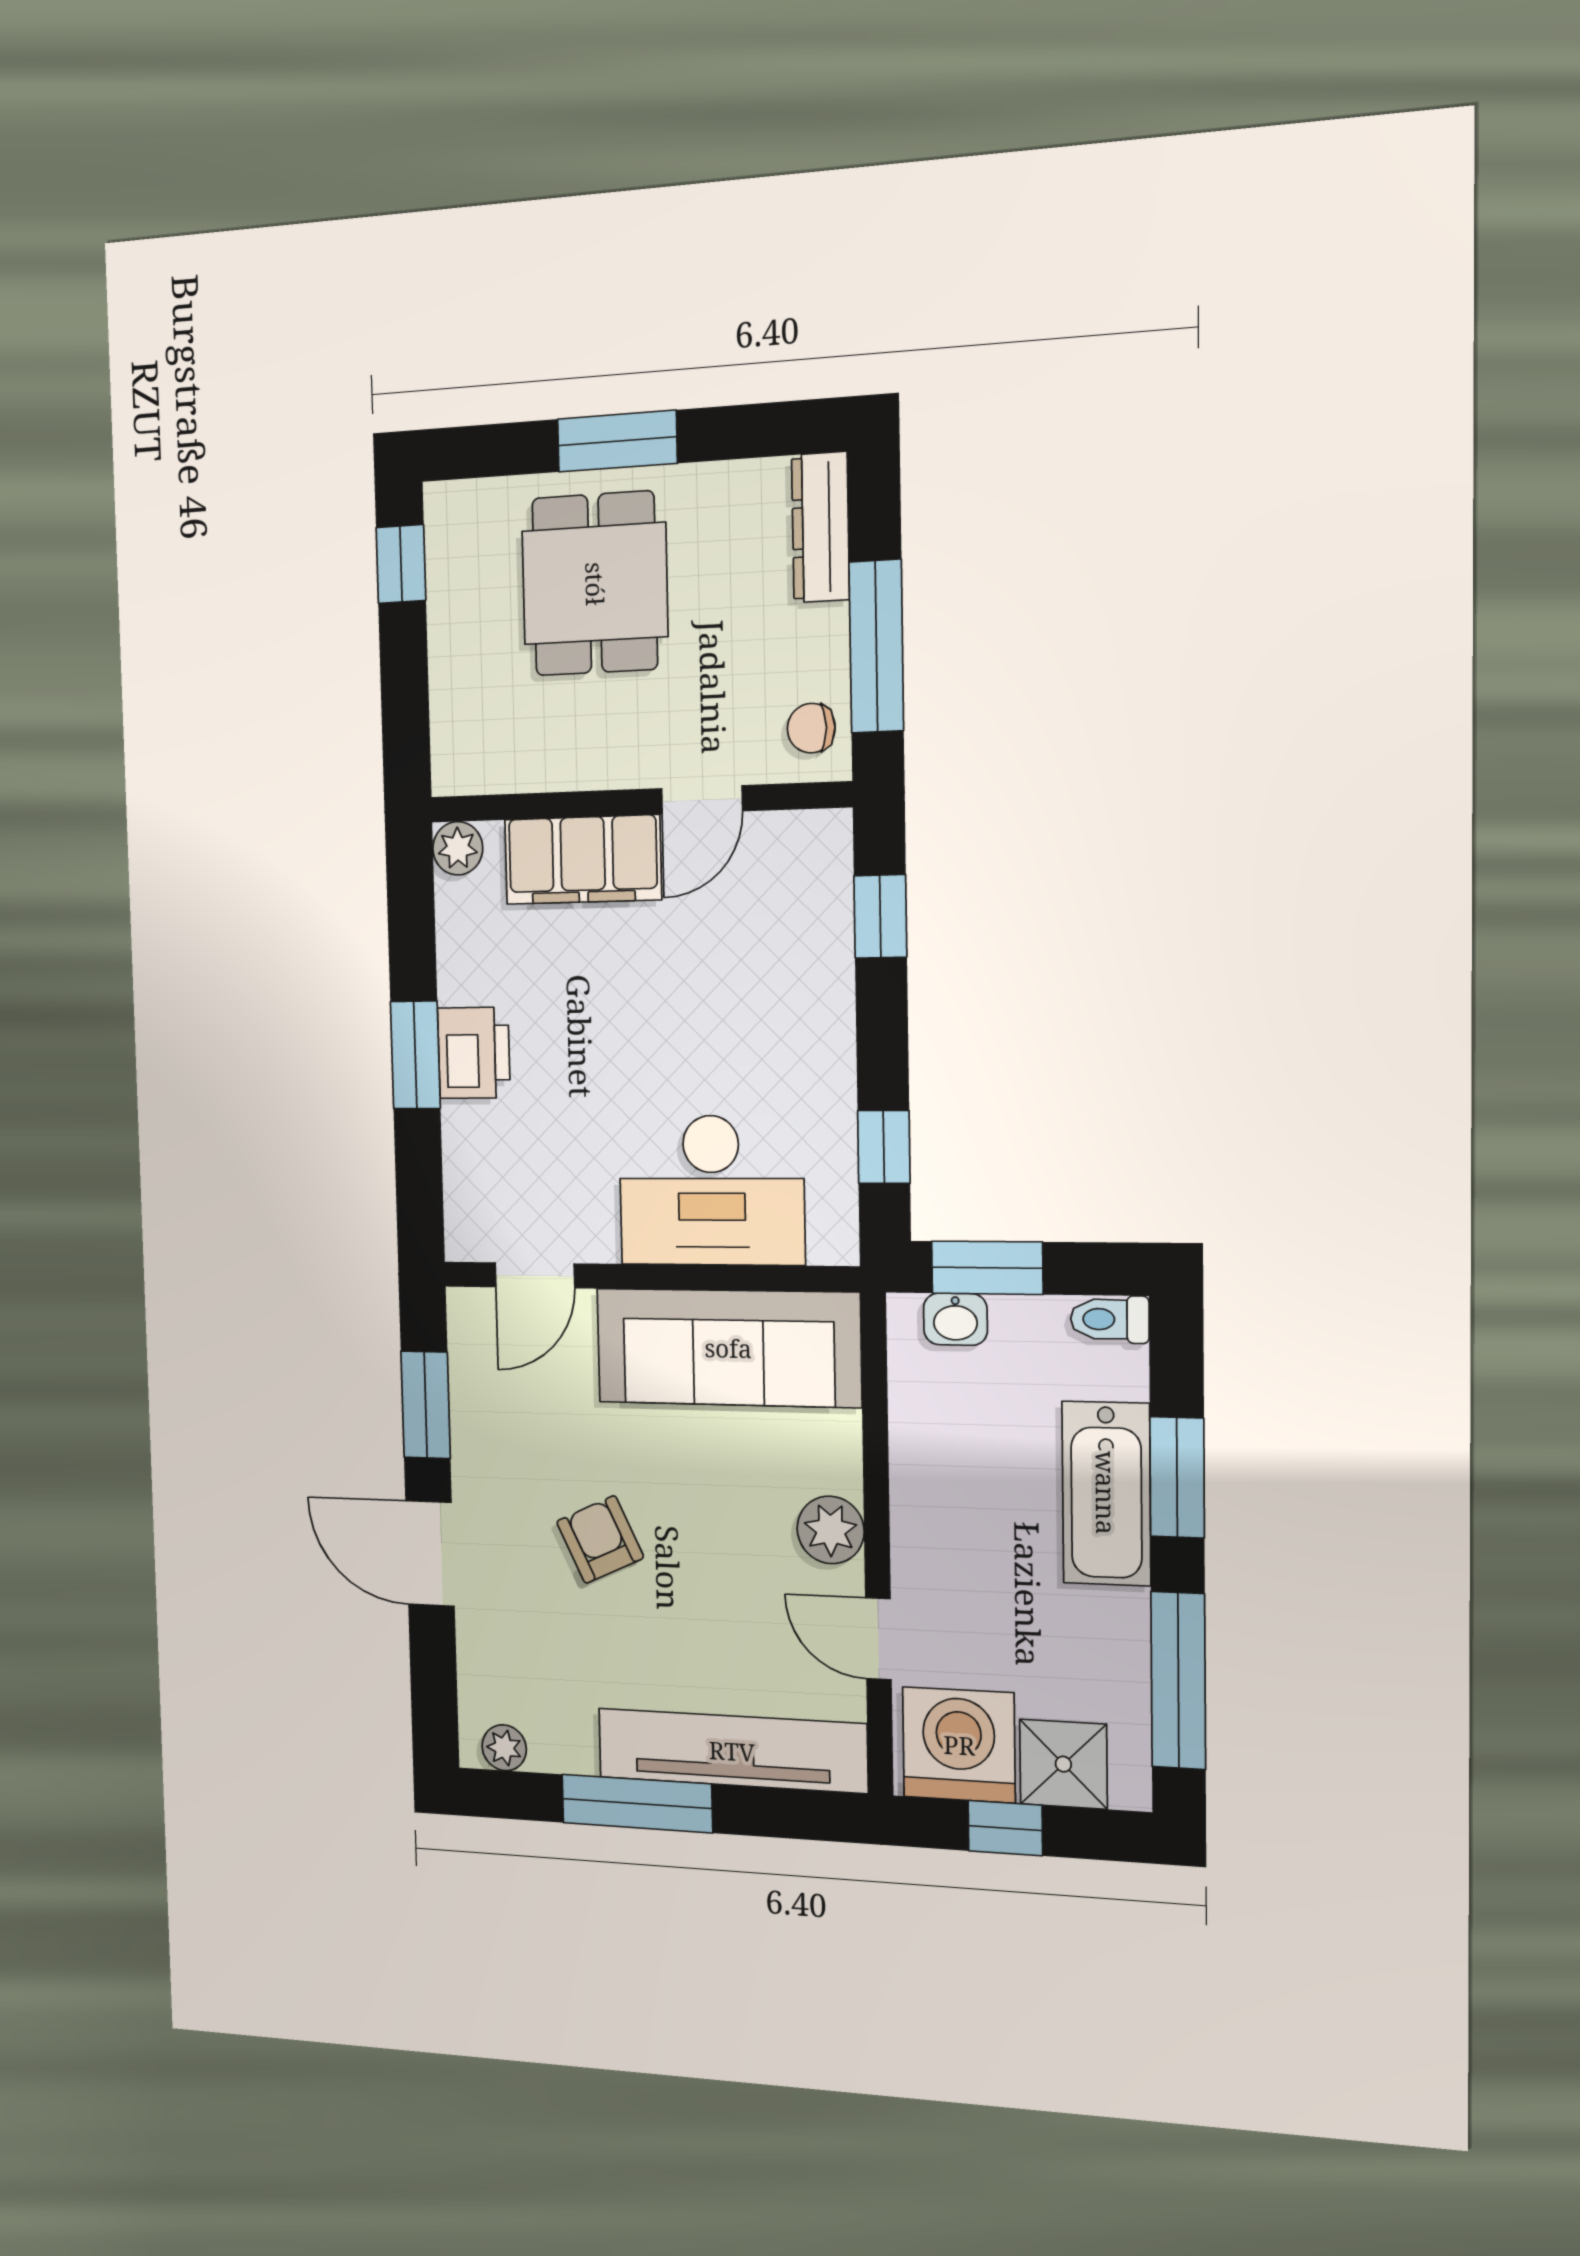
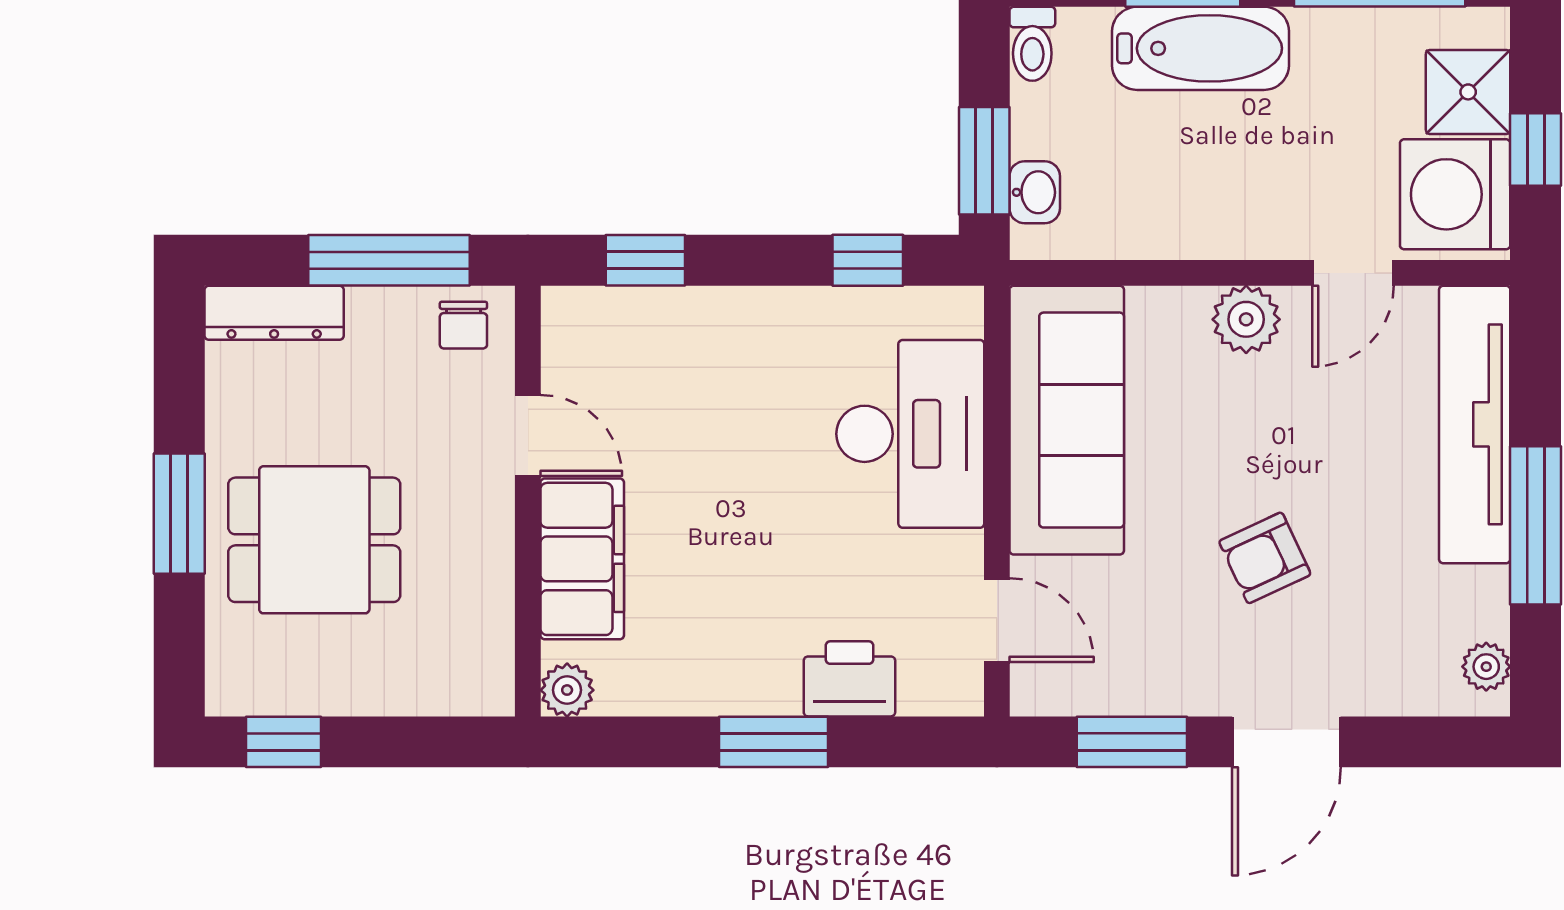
printer: (474, 1053) -> (849, 679), moved

